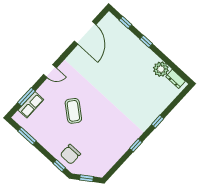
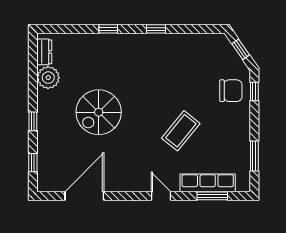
spiral stairs: (120, 78) -> (99, 112), added
row of seats: (31, 105) -> (208, 183), width x1.48

